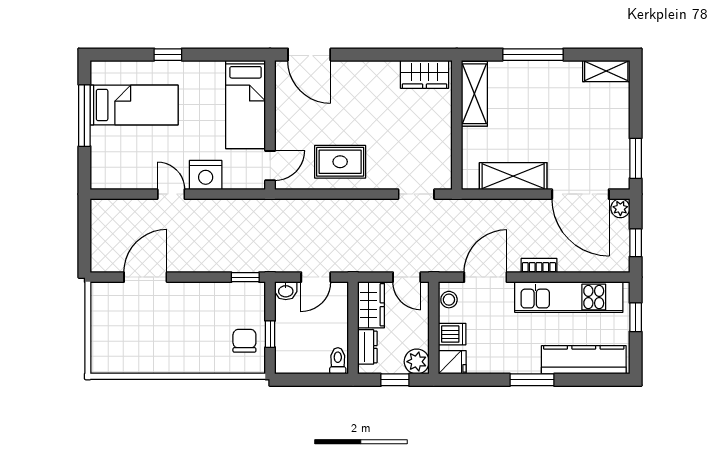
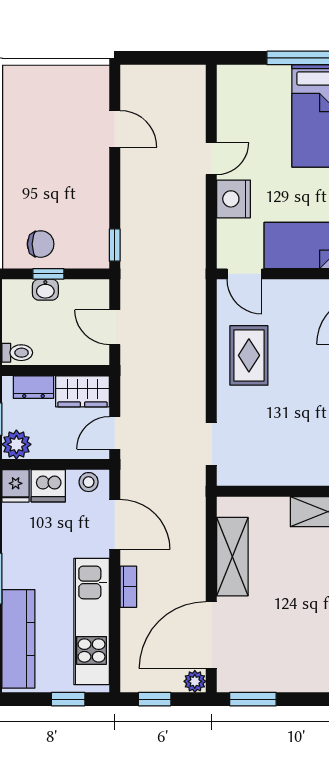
door: (145, 277) -> (115, 129), width x0.73
washbasin: (286, 291) -> (45, 290), moved, turned -90
dishwasher: (452, 334) -> (48, 486), width x1.38

